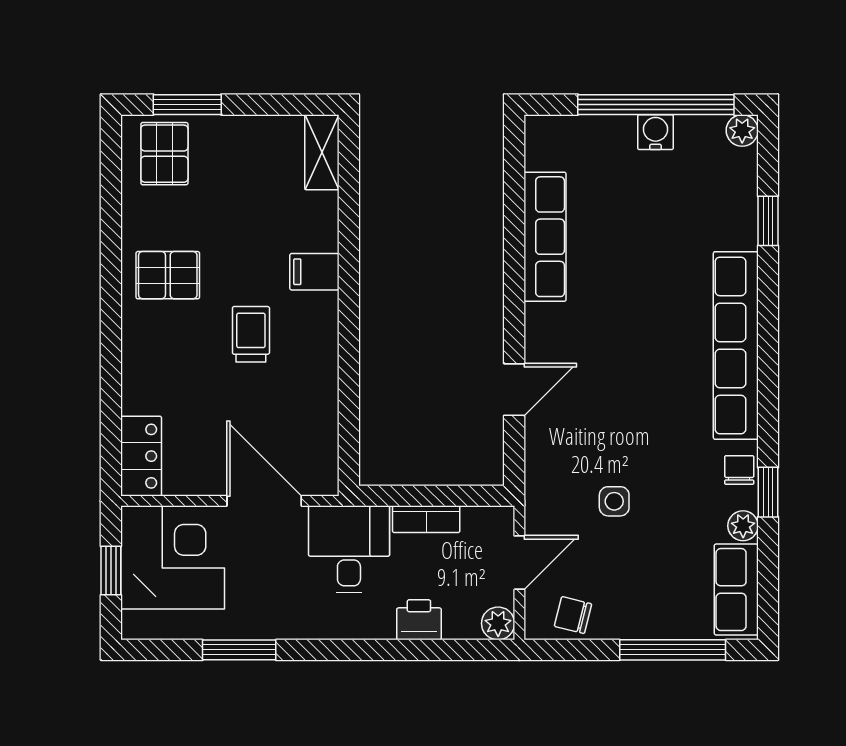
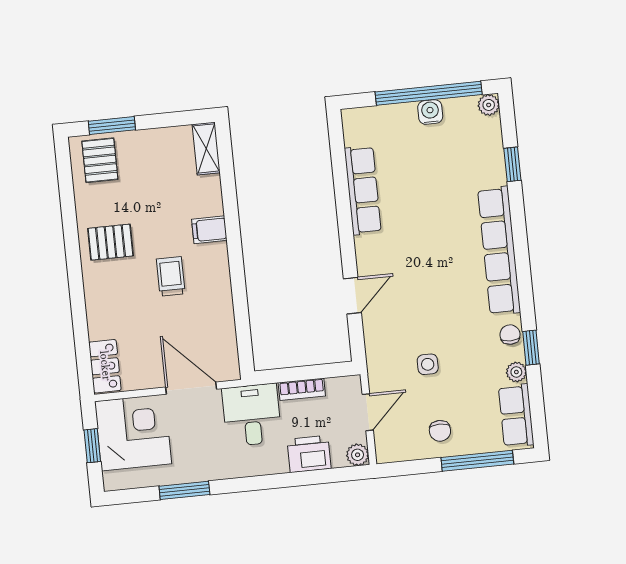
chair: (573, 615) -> (440, 431), moved, turned -104
printer: (419, 620) -> (309, 454), width x1.36, depth x1.24

